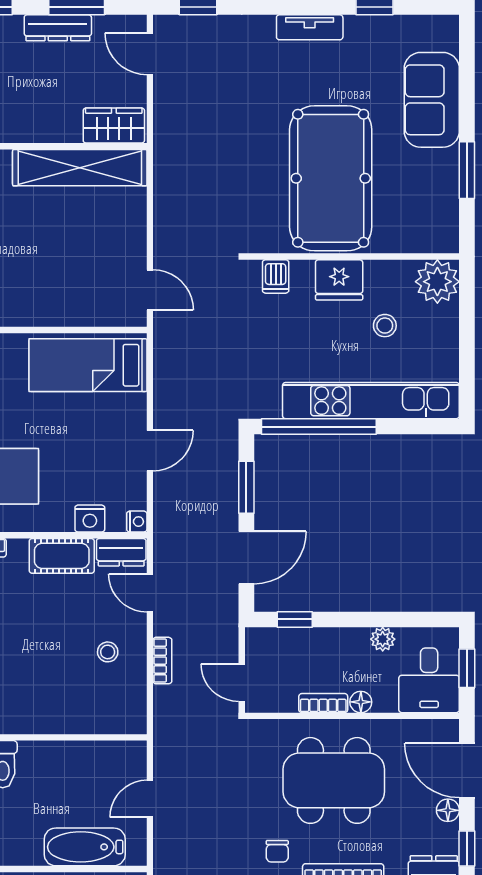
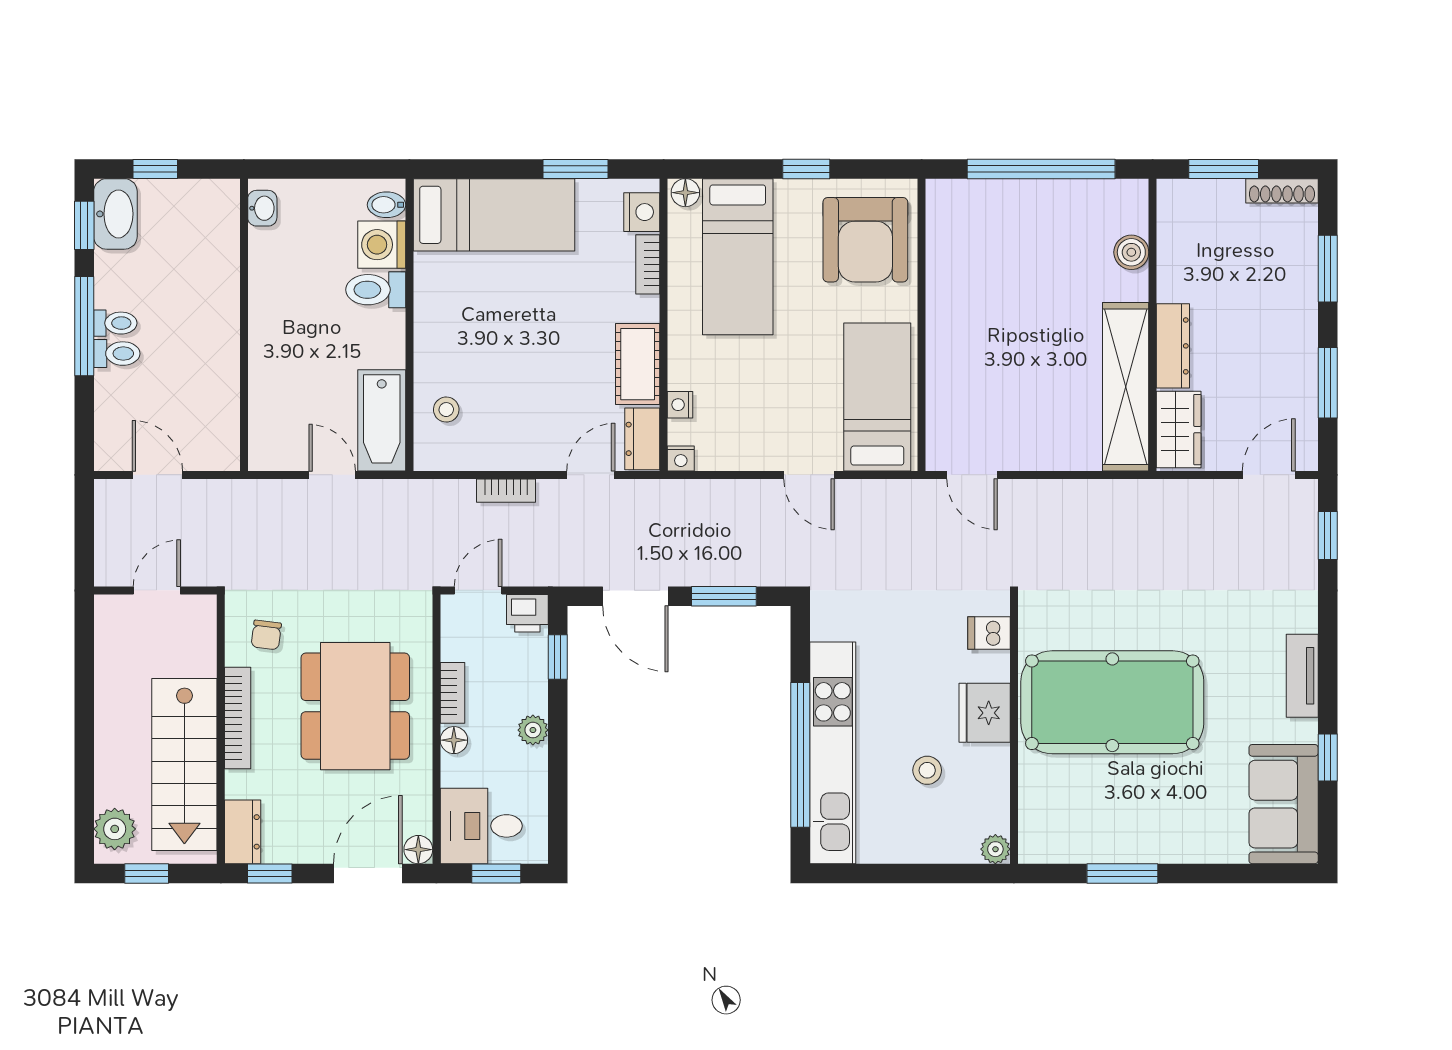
dresser: (58, 28) -> (1173, 346), moved, turned 180
sofa: (432, 100) -> (1284, 804), moved, turned -90
plant: (437, 282) -> (995, 849), width x0.53, depth x0.53
door: (150, 290) -> (972, 475), hinge flipped
window: (319, 427) -> (800, 755), moved
door: (150, 451) -> (809, 475), moved
nightstand: (90, 519) -> (680, 405), width x0.72, depth x0.74
plant: (383, 639) -> (533, 730), moved
printer: (260, 644) -> (527, 613), added
stool: (108, 652) -> (446, 410), moved
floor lamp: (448, 810) -> (418, 850), moved
bathtub: (85, 847) -> (382, 420), moved, turned 180
chair: (277, 851) -> (266, 635), turned -83

